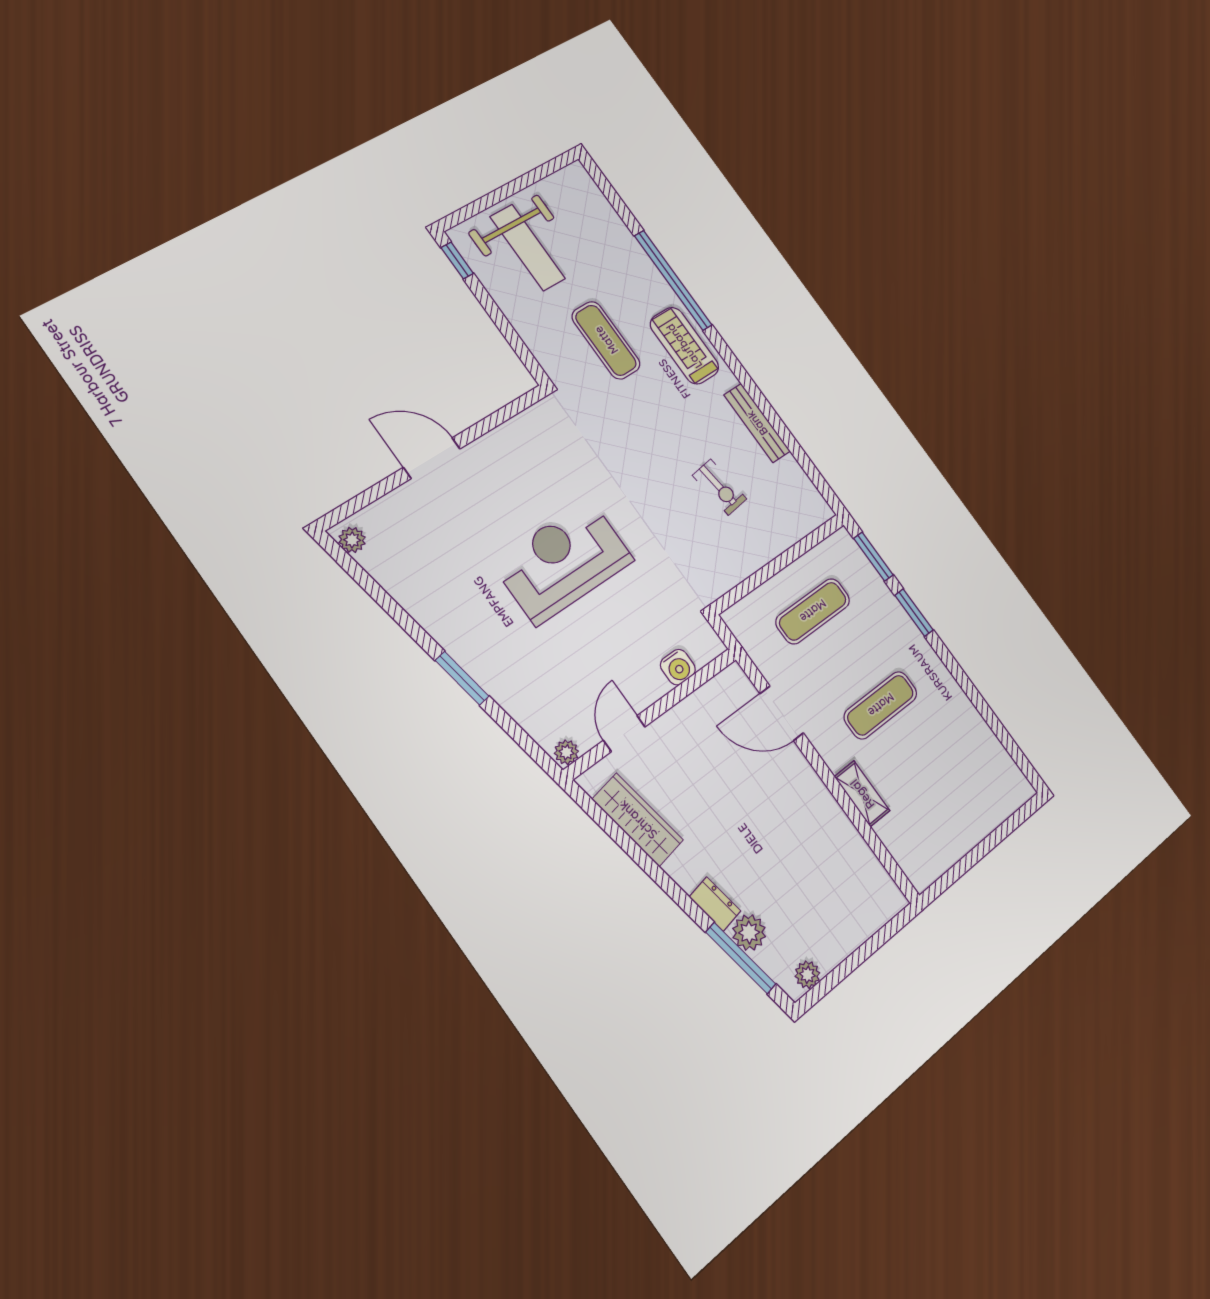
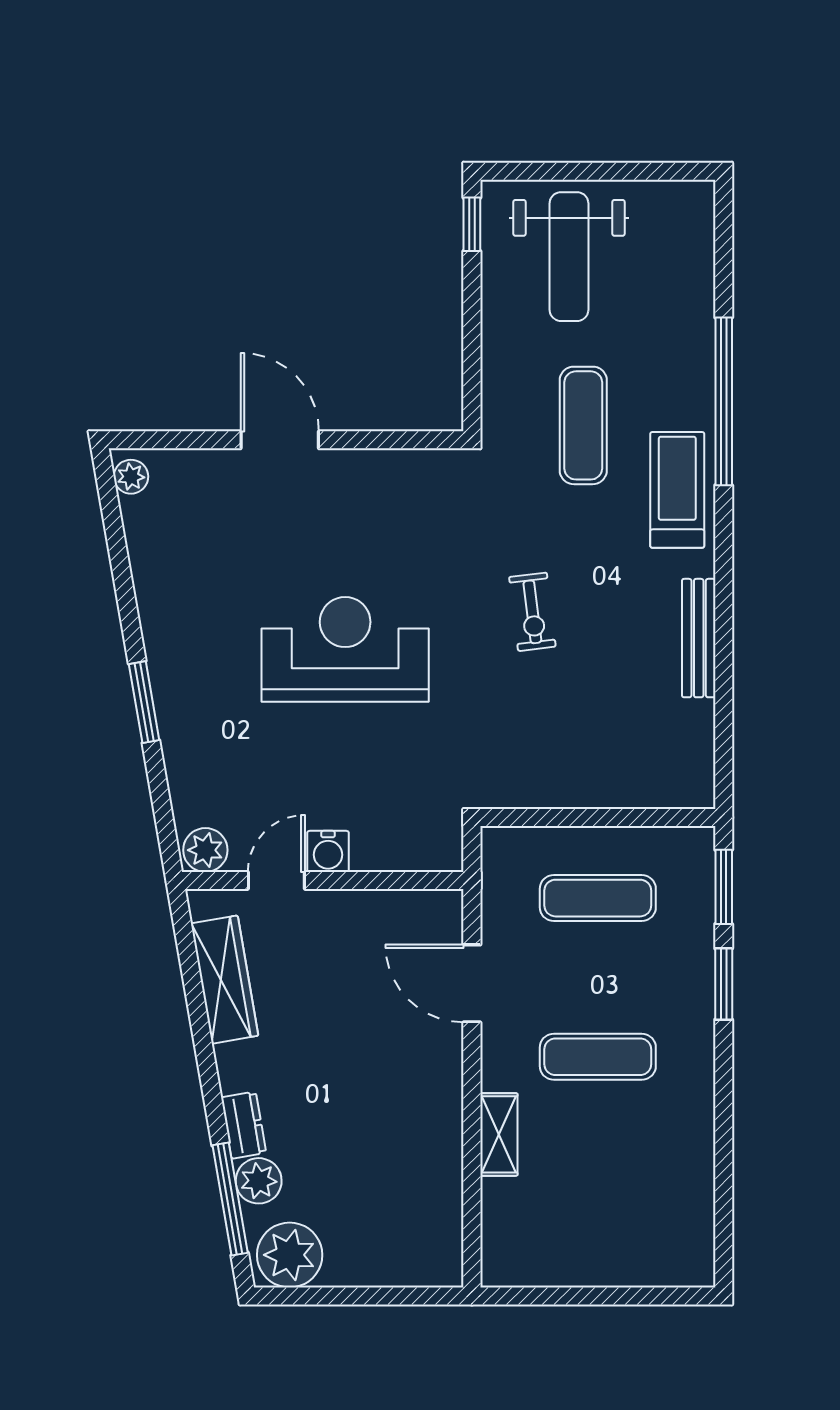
exercise bike: (720, 487) -> (532, 612), moved
water cooler: (678, 667) -> (328, 851), moved
plant: (566, 752) -> (205, 850), width x1.38, depth x1.38
plant: (807, 975) -> (290, 1255), width x1.87, depth x1.87

